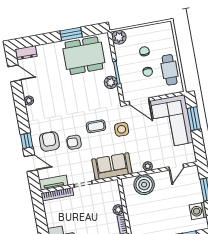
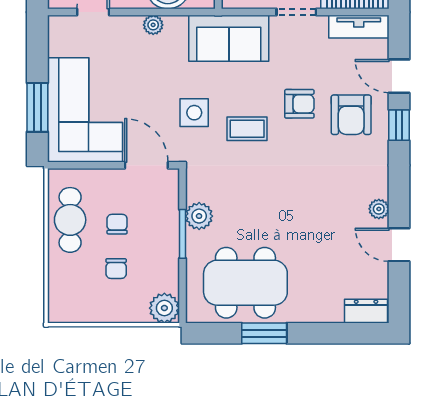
door: (14, 73) -> (399, 245), moved

